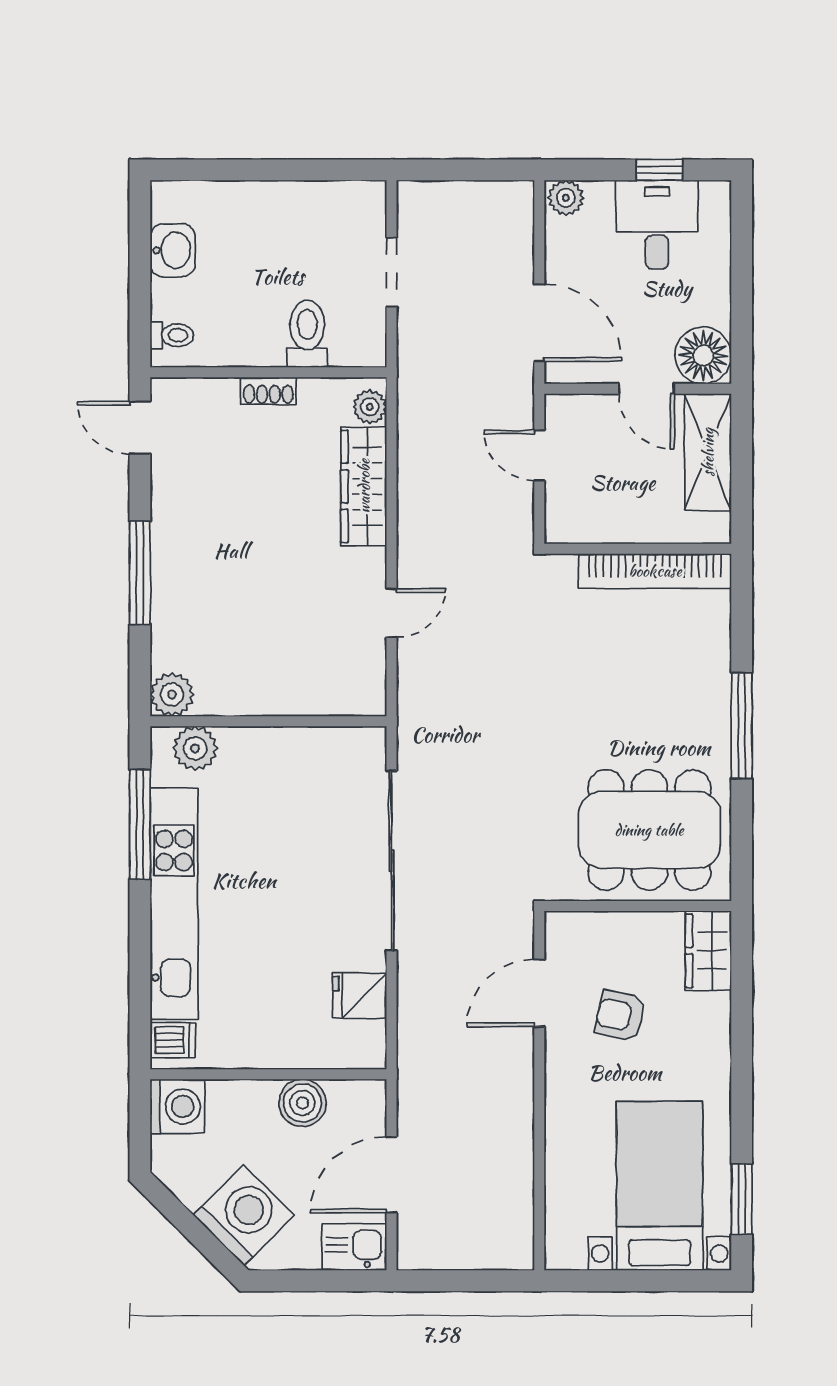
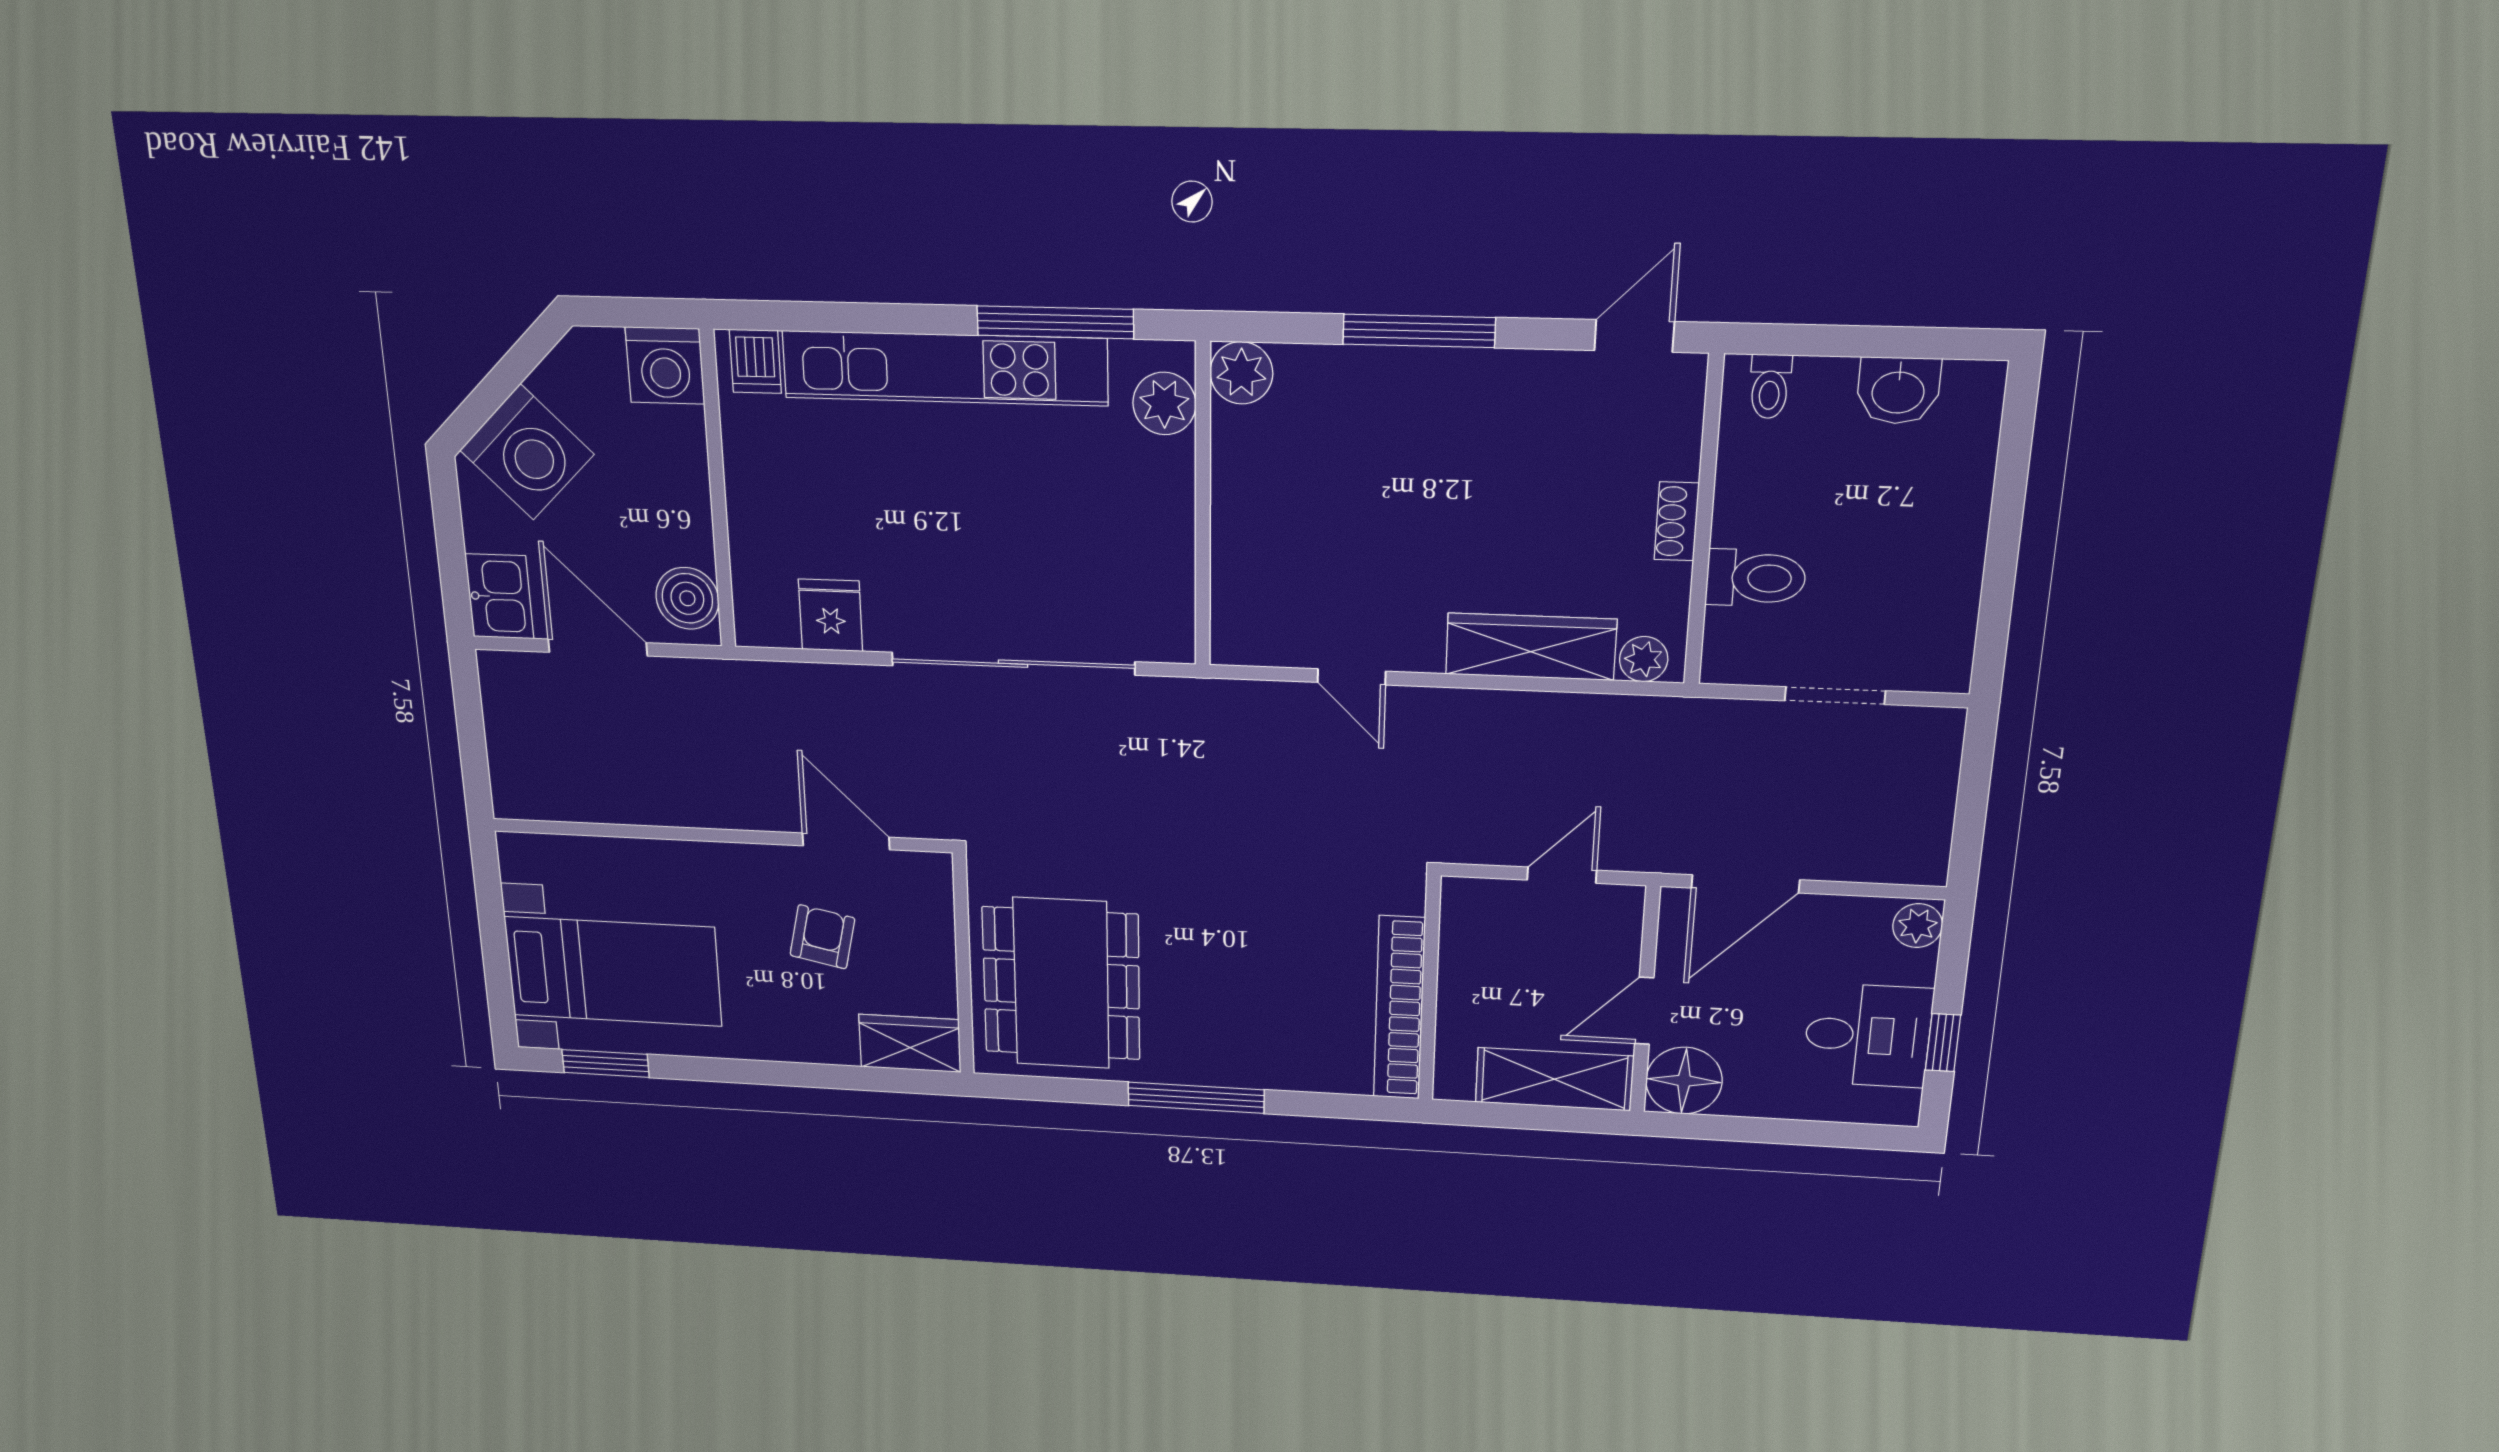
boiler: (302, 1103) -> (687, 598), moved

